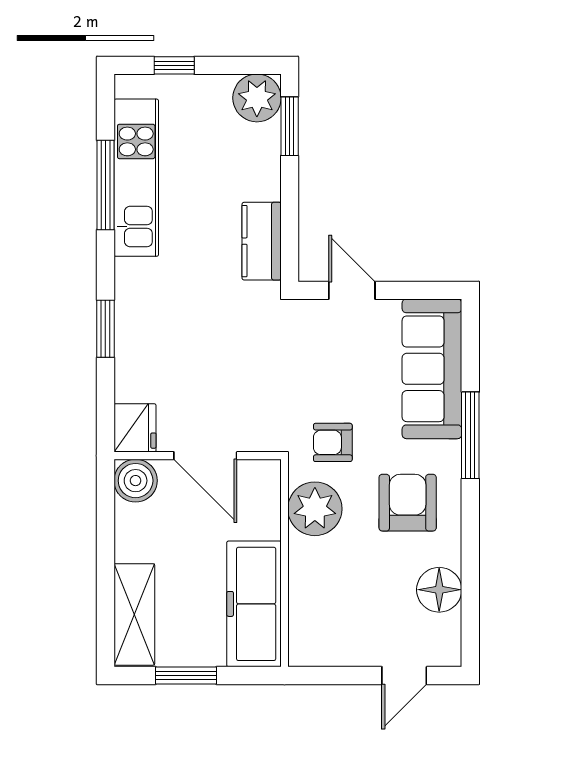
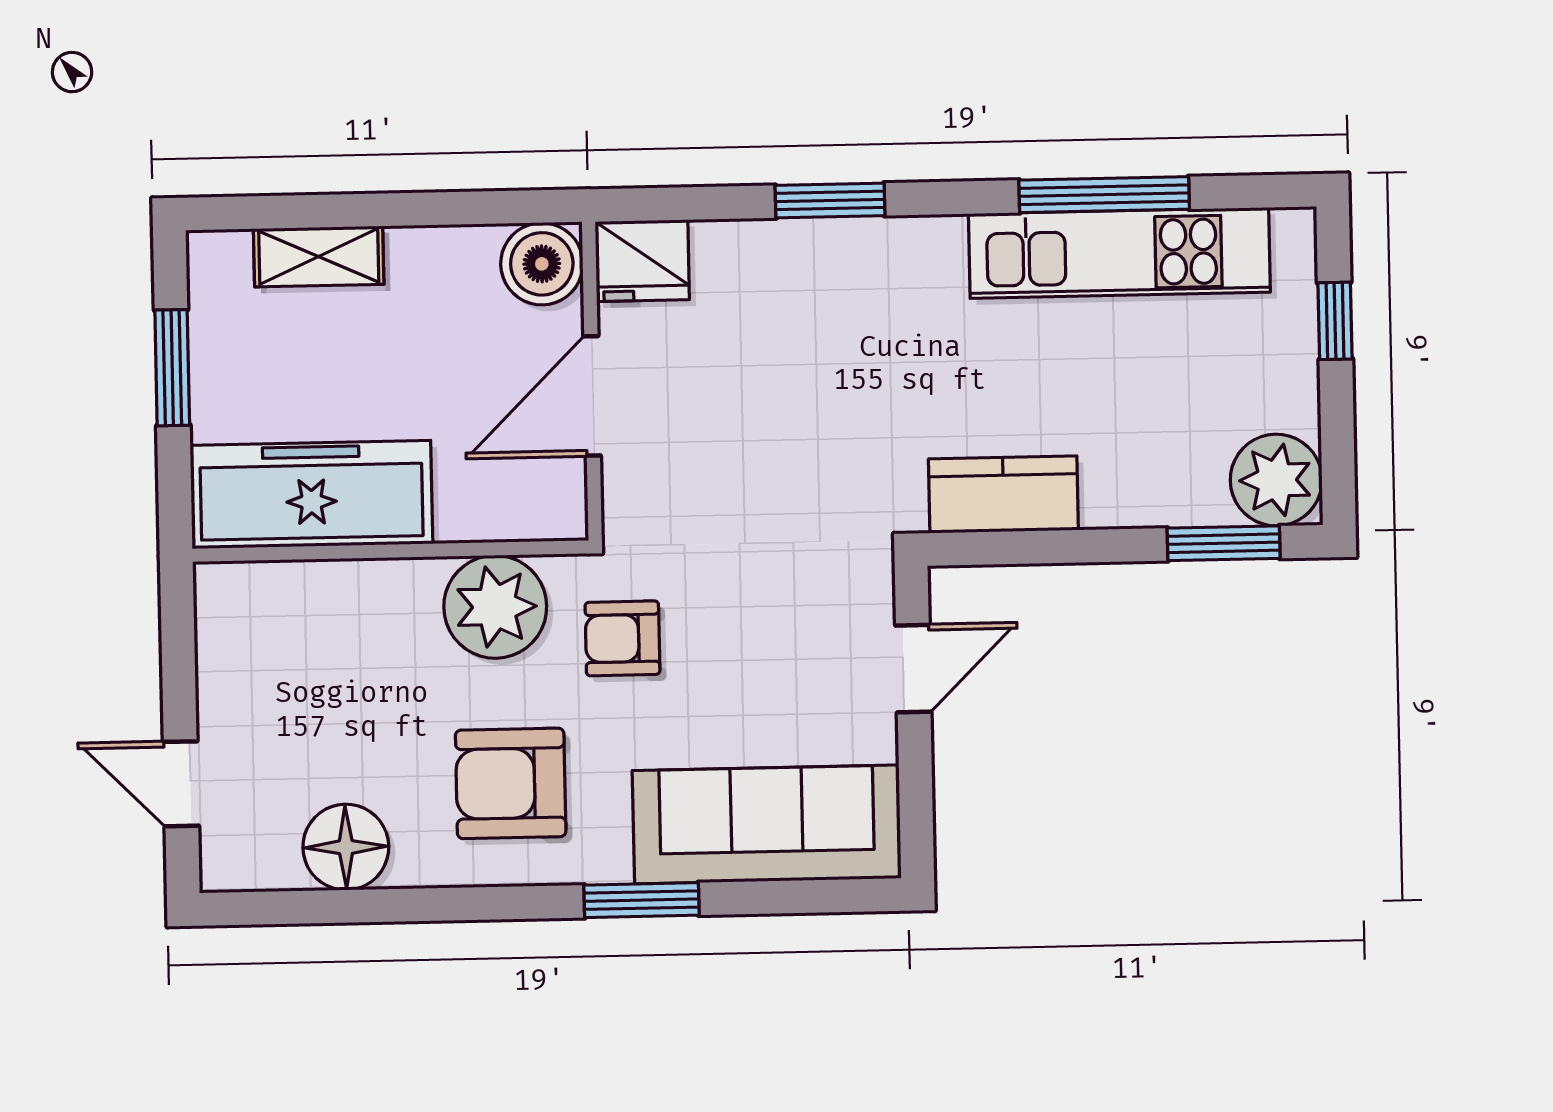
window: (470, 435) -> (641, 900), width x0.69
armchair: (333, 442) -> (622, 638), turned -90
armchair: (408, 503) -> (511, 783), turned 180
shelving: (134, 614) -> (319, 257), width x0.67, depth x0.75

